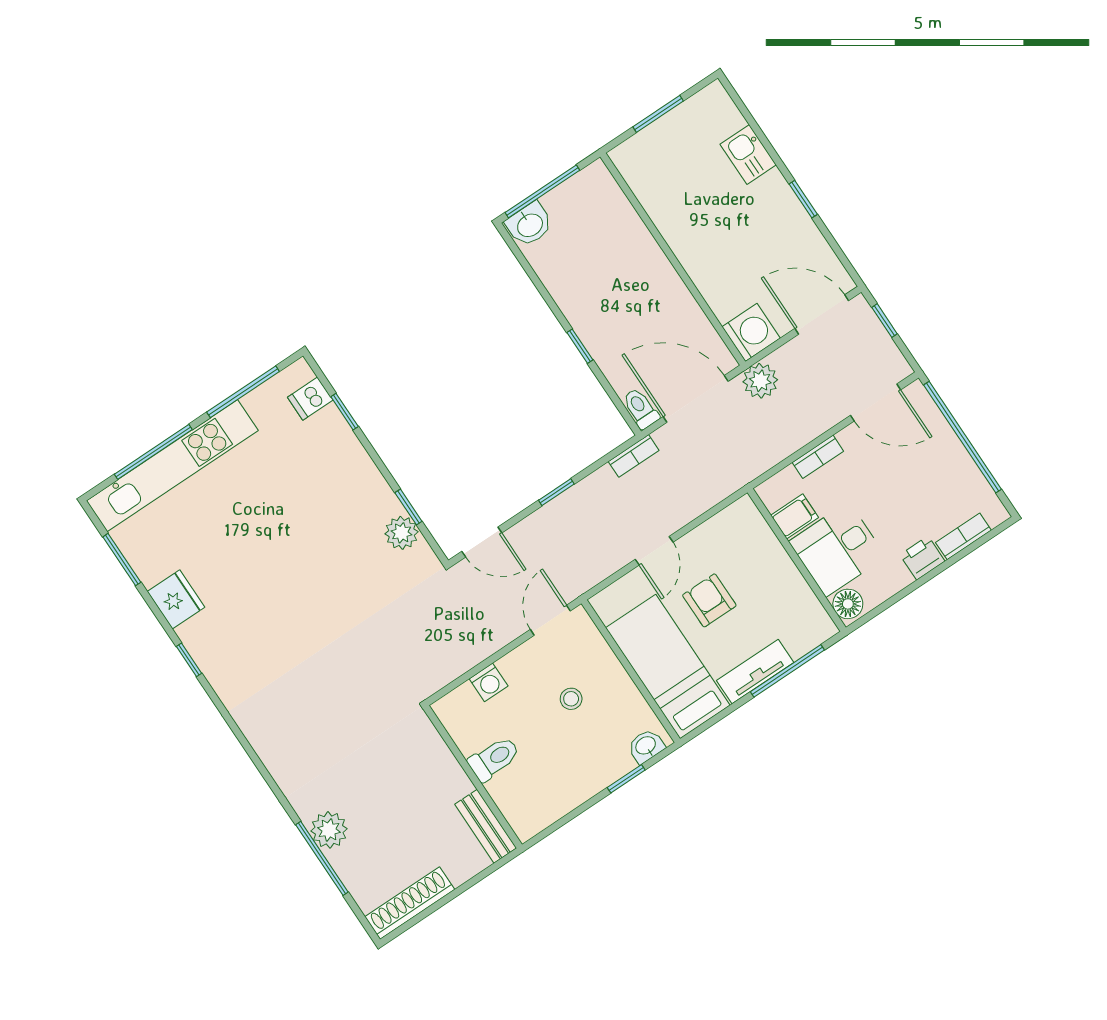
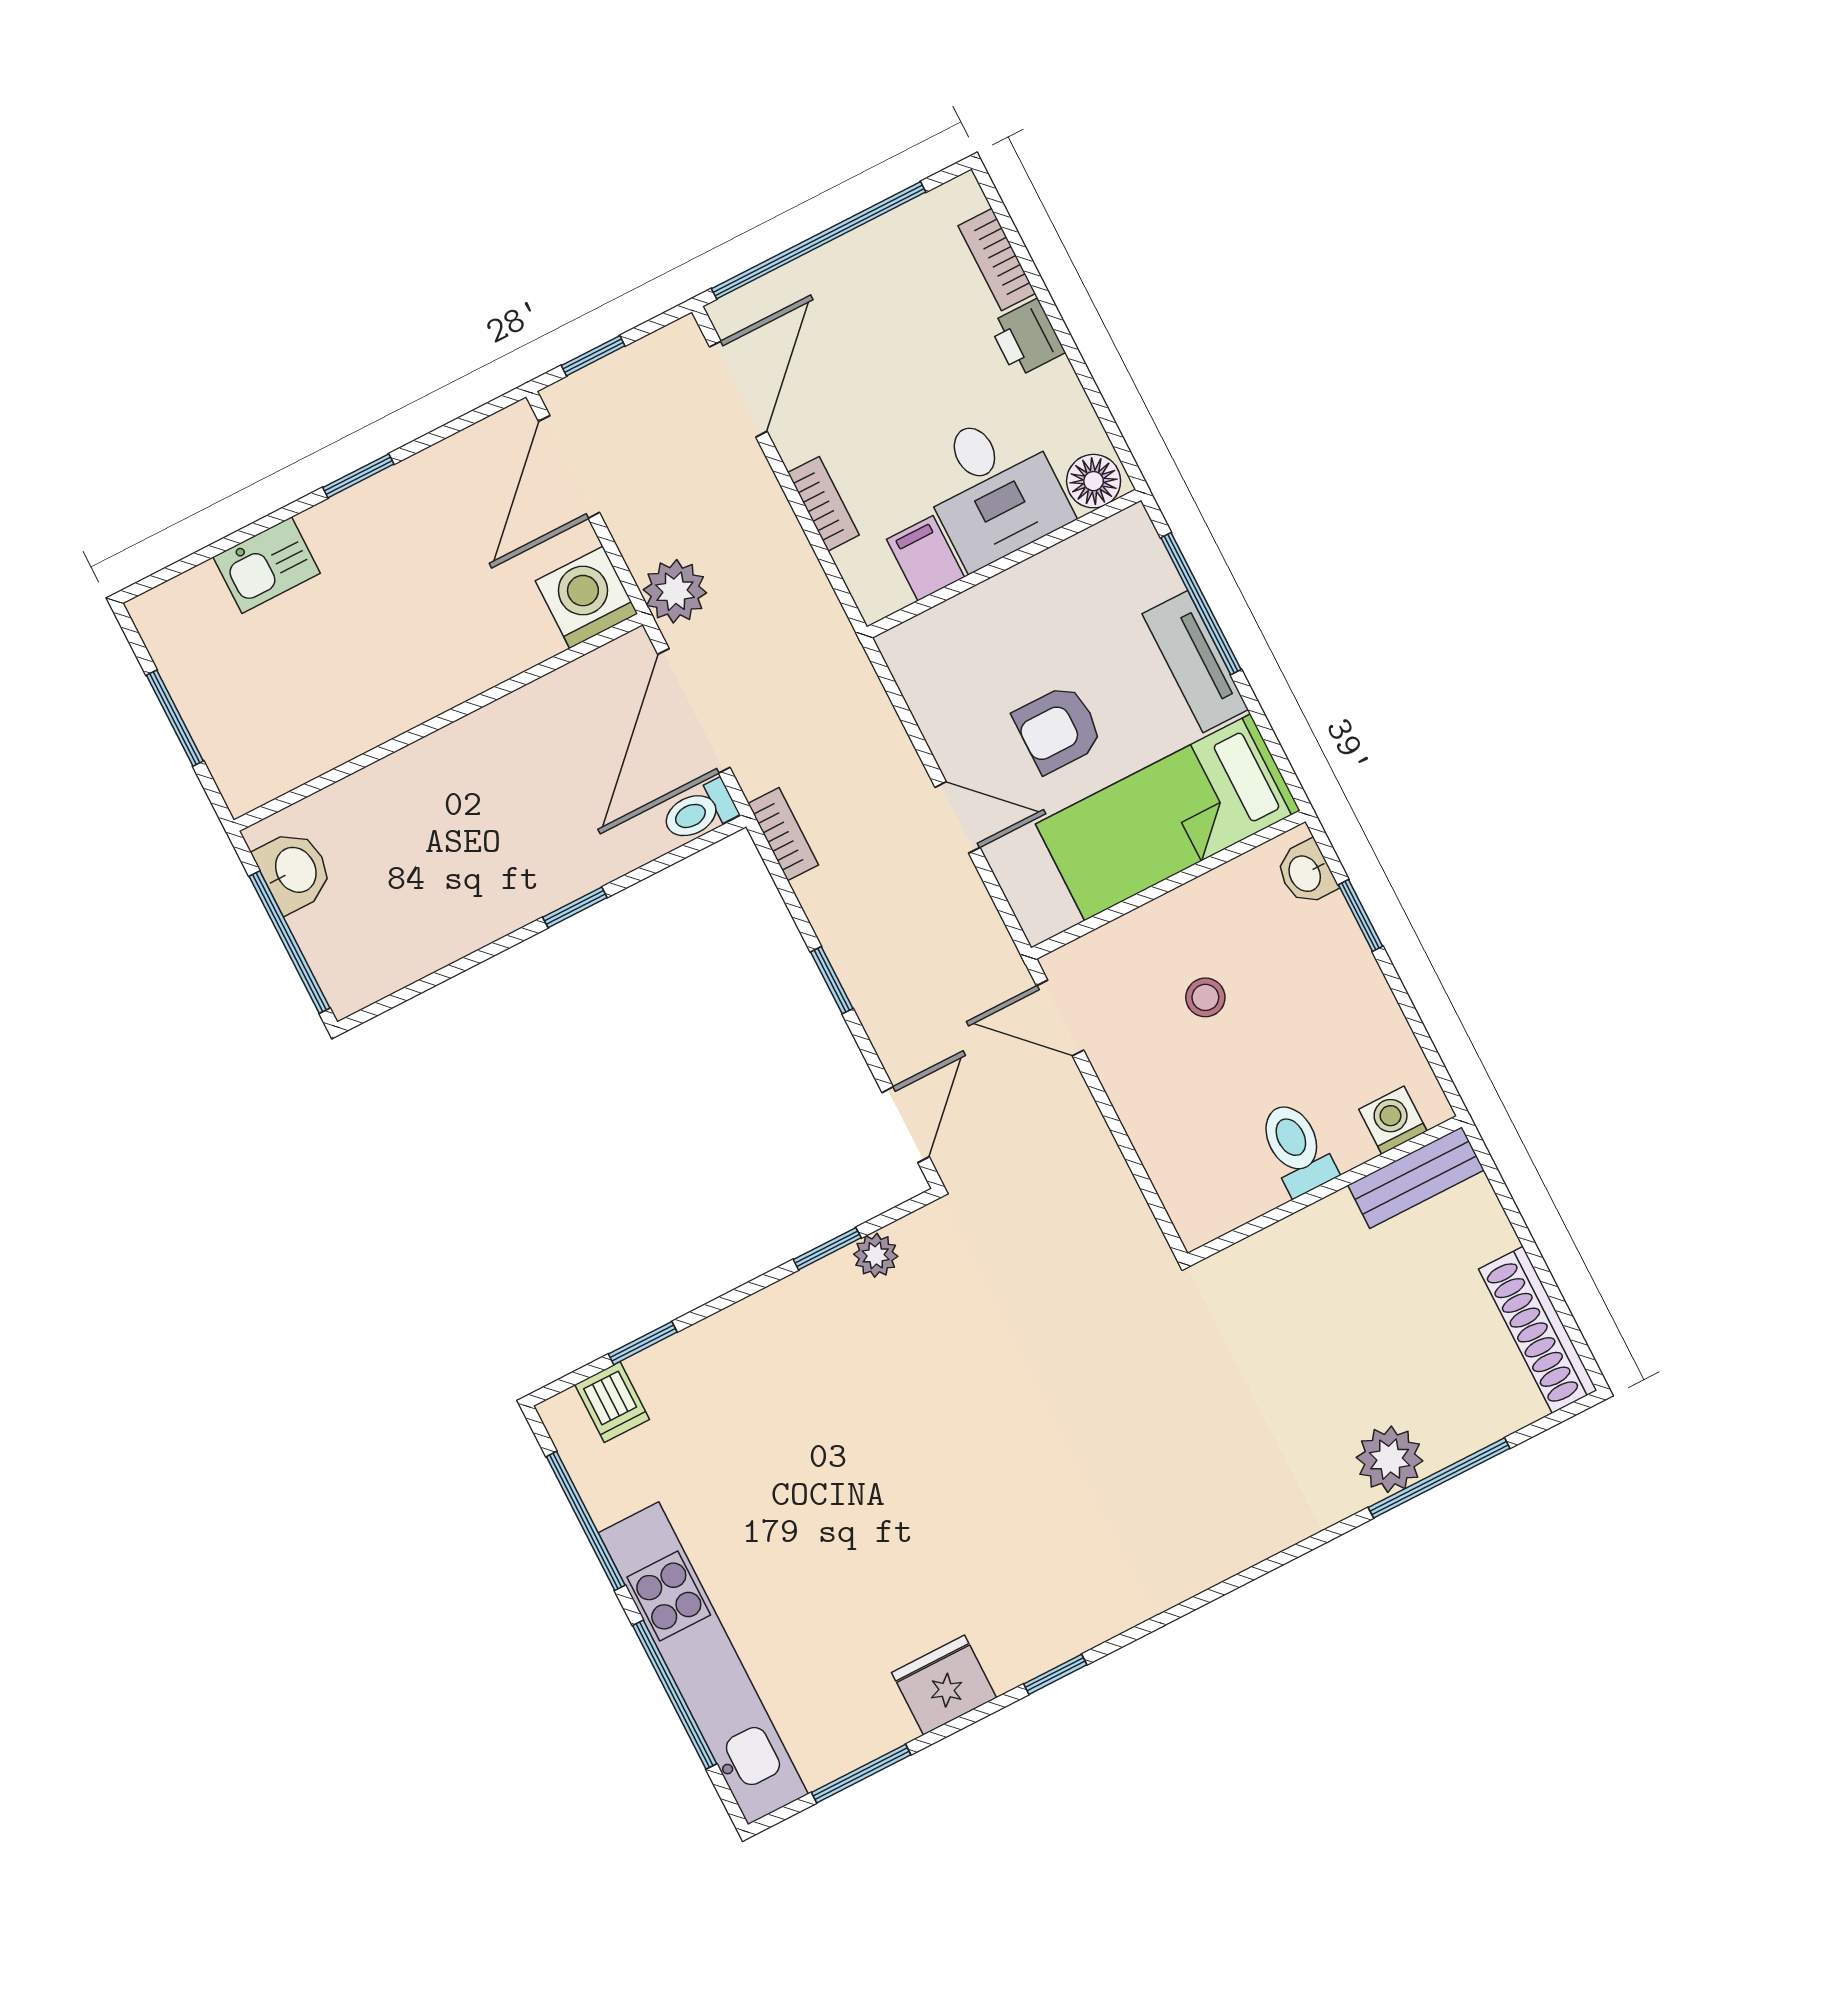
washbasin: (529, 224) -> (294, 871), moved
plant: (402, 533) -> (876, 1255), width x0.73, depth x0.73
washing machine: (489, 682) -> (1393, 1120), moved, turned -90

